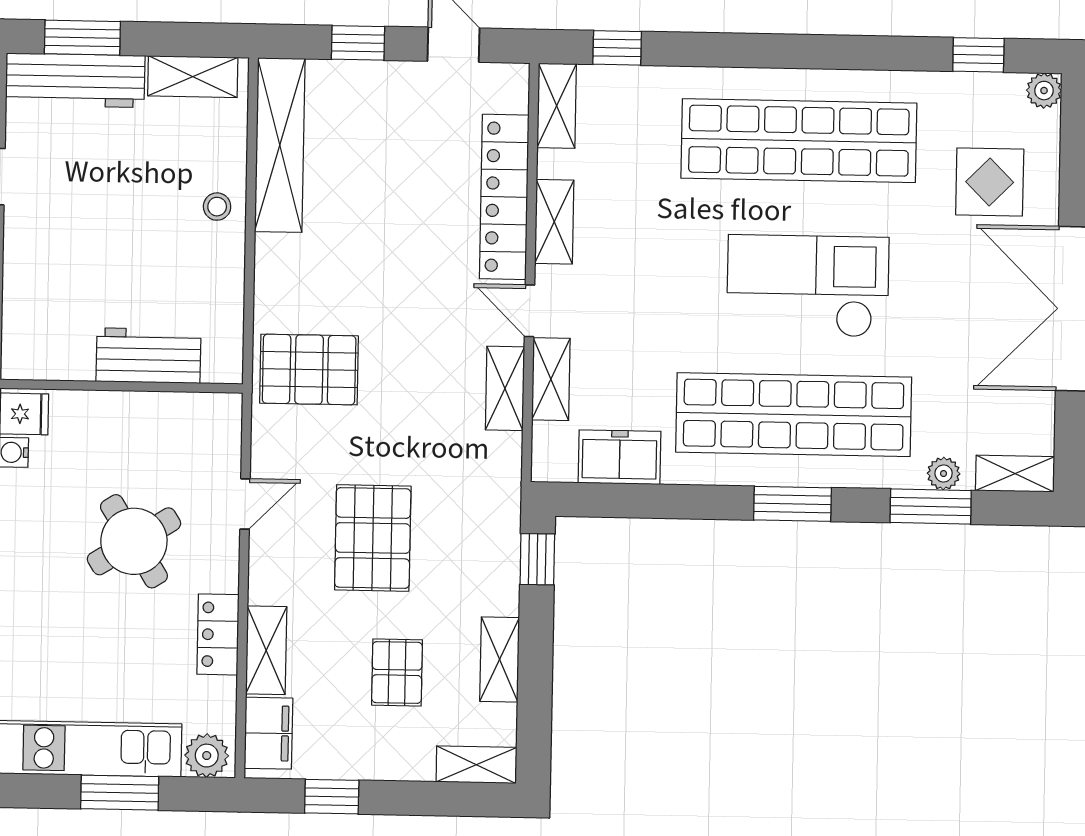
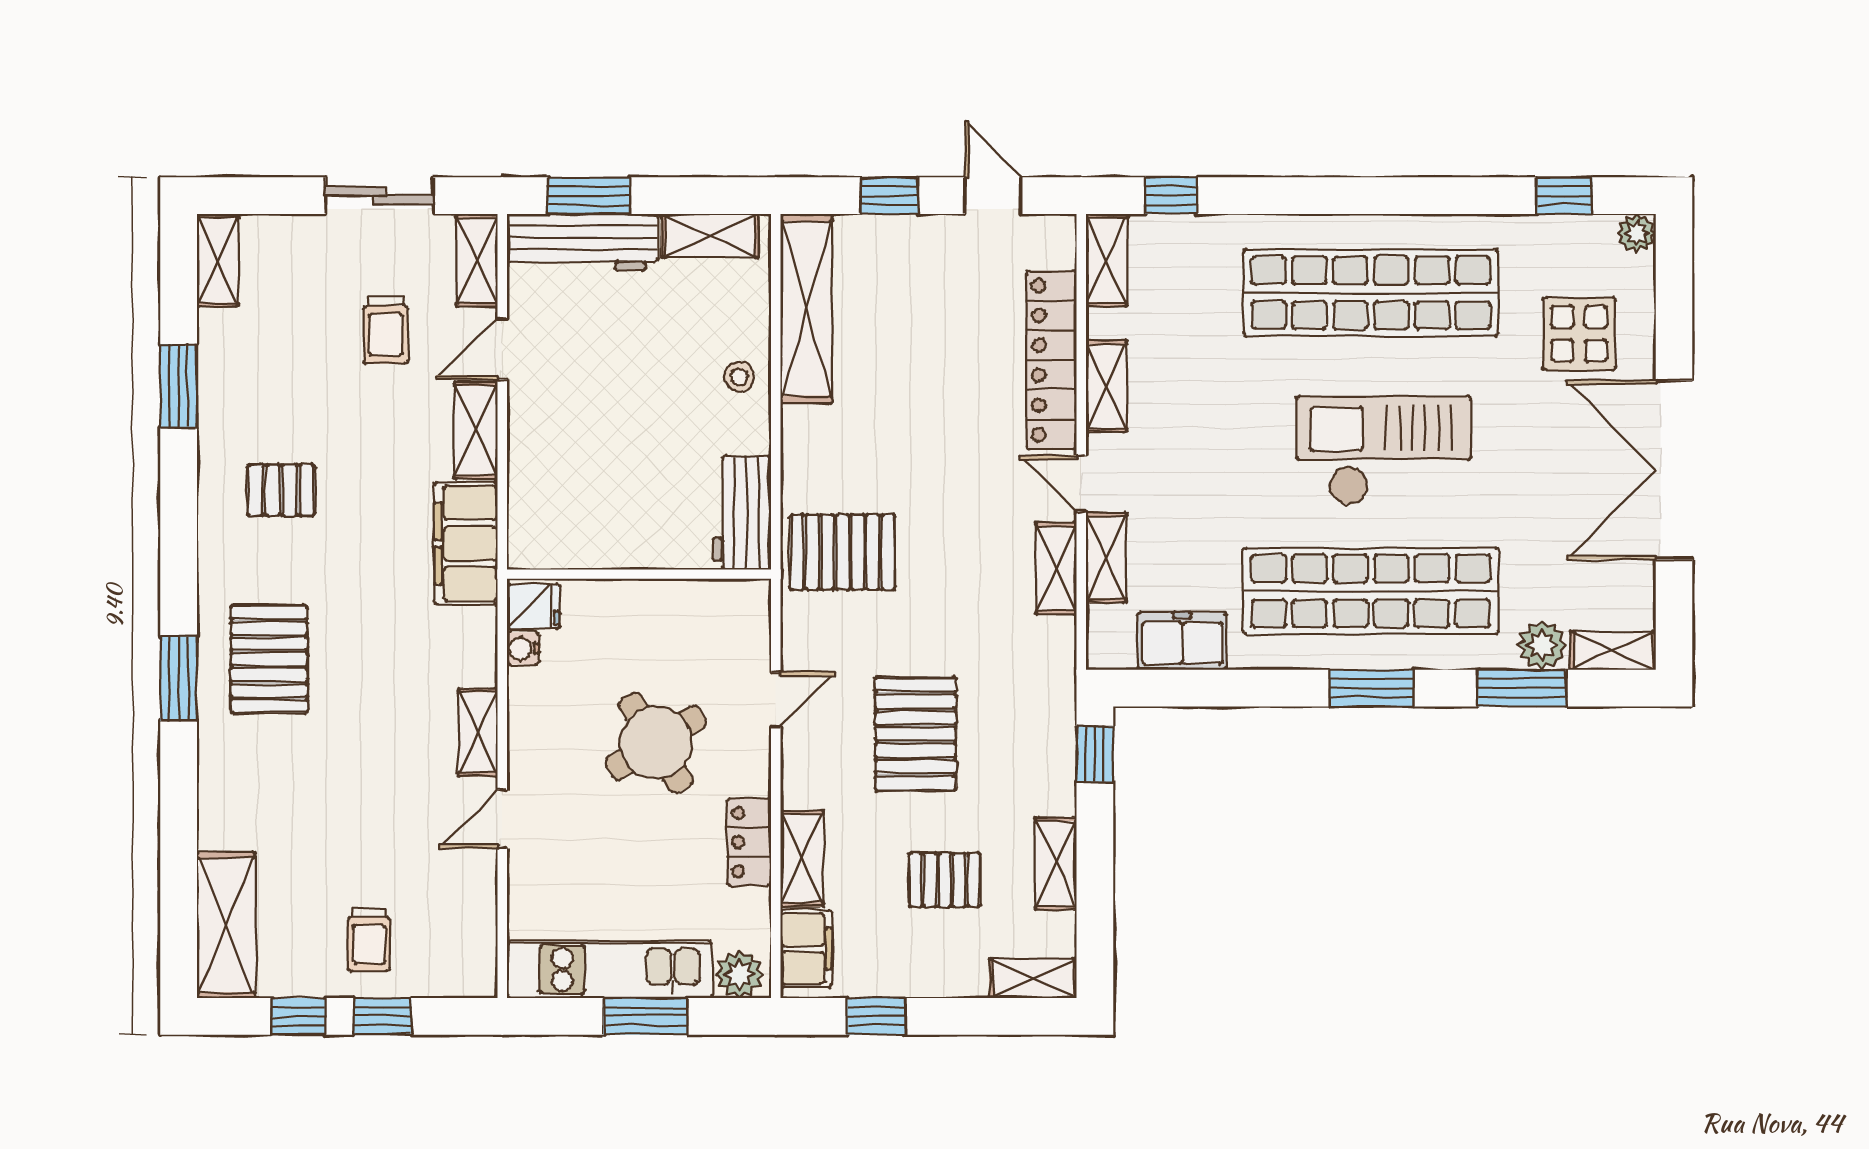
workbench: (148, 356) -> (742, 513), moved, turned -90
plant: (944, 473) -> (1542, 645), width x1.38, depth x1.38
pallet: (397, 672) -> (945, 880), turned 90

